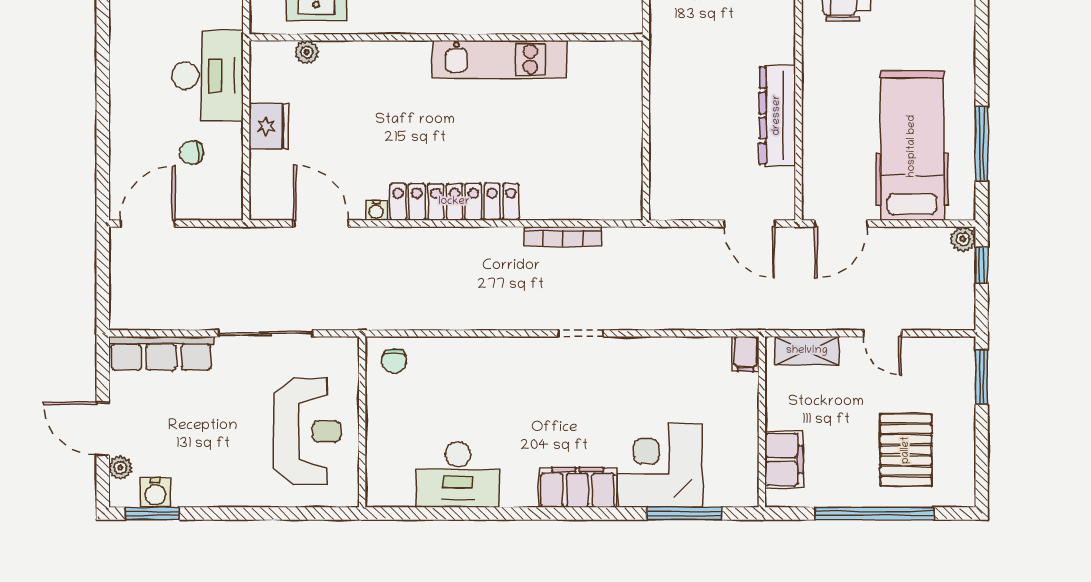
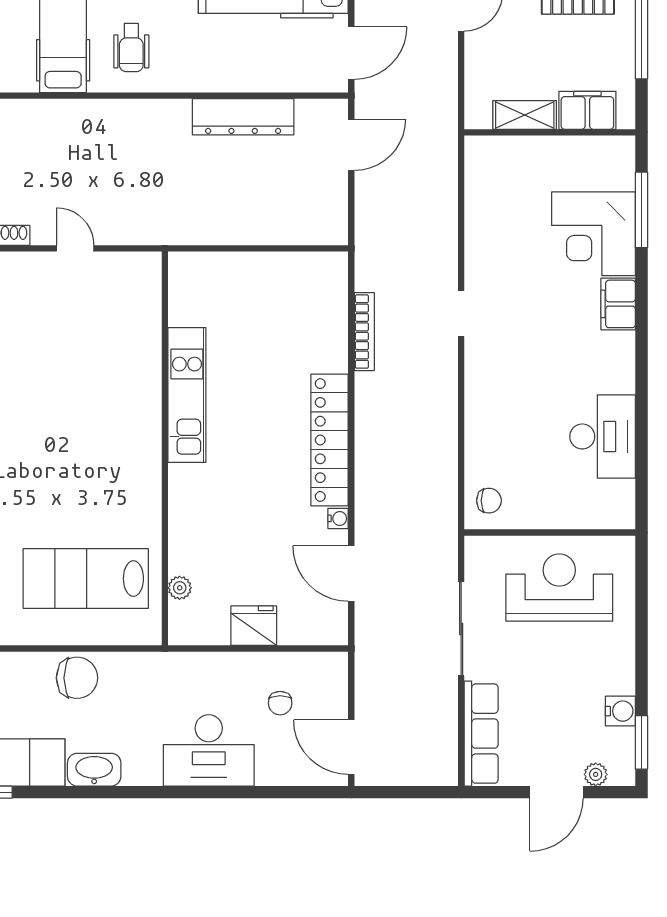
desk: (207, 76) -> (209, 750), moved, turned 180
door: (321, 224) -> (351, 574), hinge flipped
door: (841, 224) -> (351, 53), hinge flipped
shelving: (807, 351) -> (525, 115), moved, turned 90
filing cabinet: (746, 354) -> (482, 149), removed
filing cabinet: (578, 487) -> (618, 304), width x0.67, depth x0.86
water cooler: (155, 492) -> (620, 711), moved

